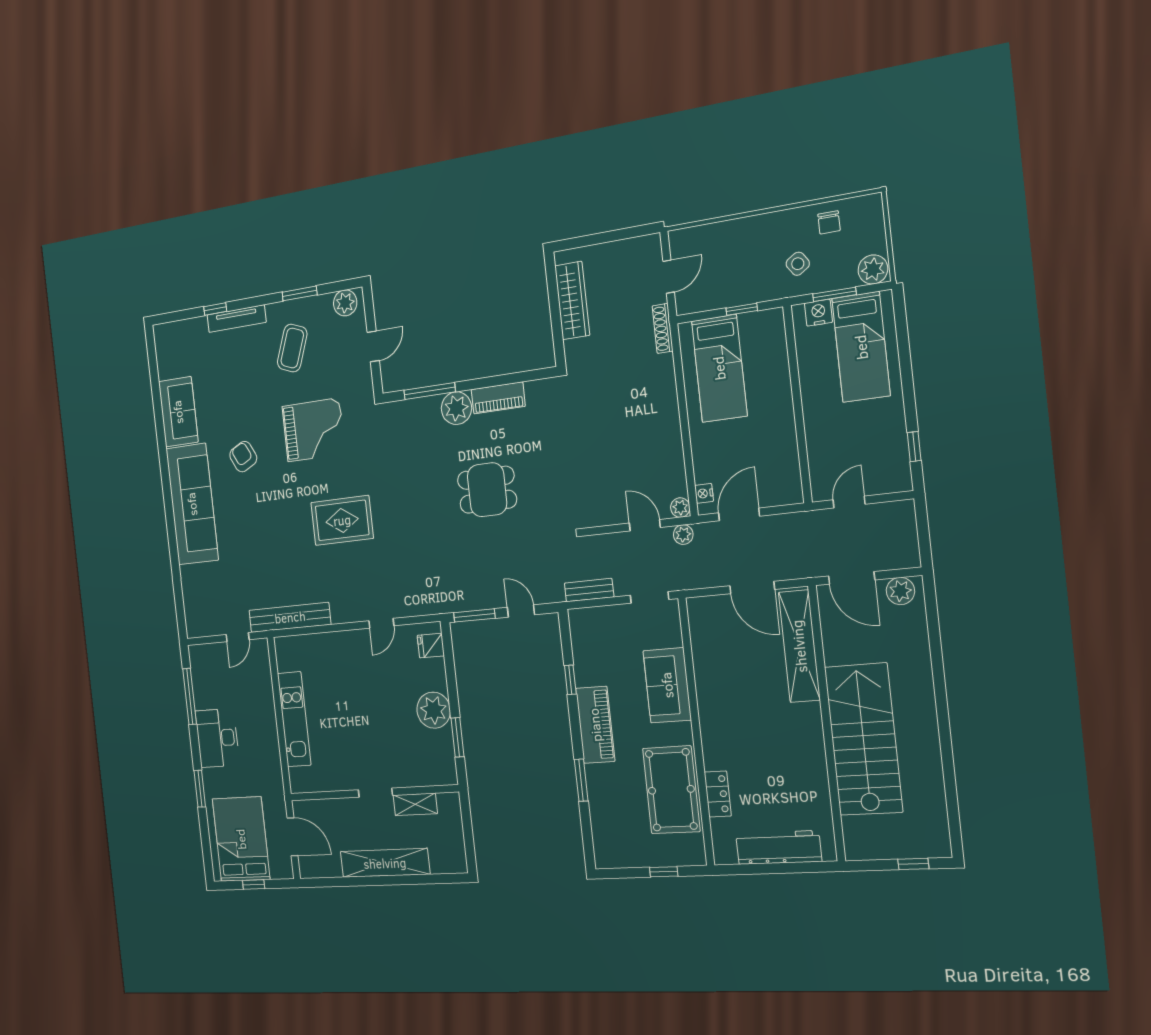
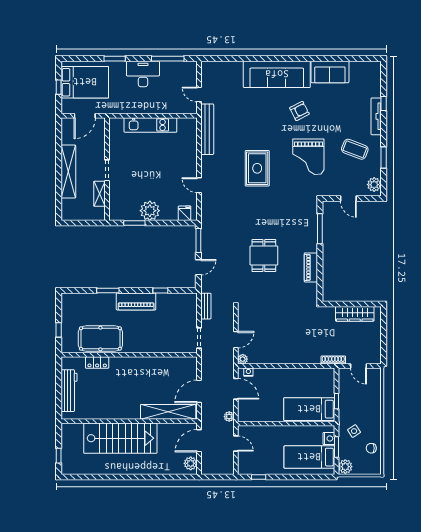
bed: (719, 368) -> (309, 409), moved
plant: (456, 408) -> (309, 243), removed
plant: (683, 535) -> (229, 417), moved
sofa: (667, 685) -> (154, 342), removed

